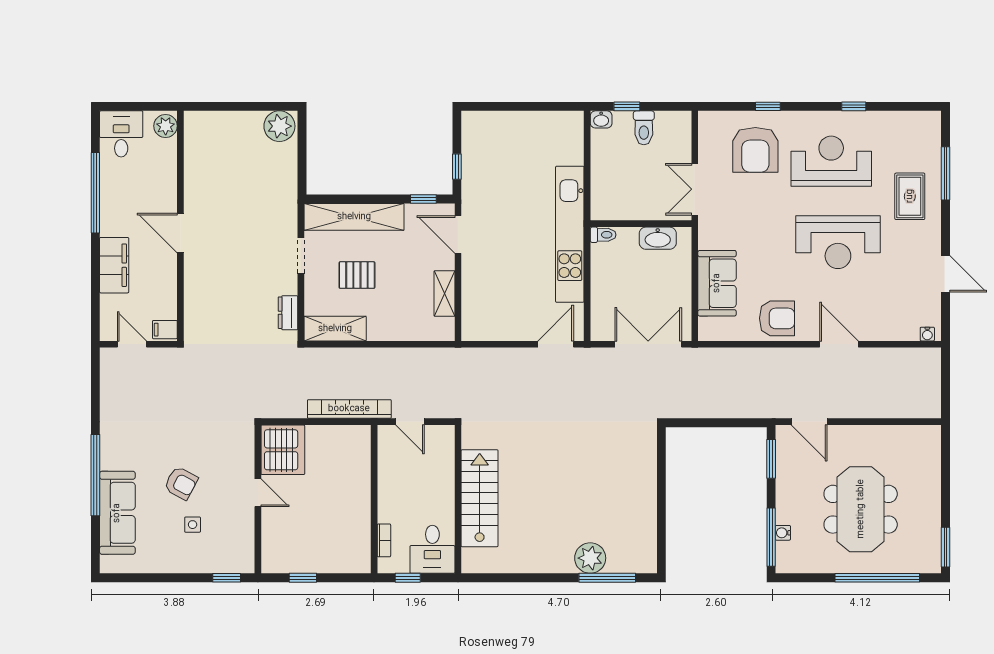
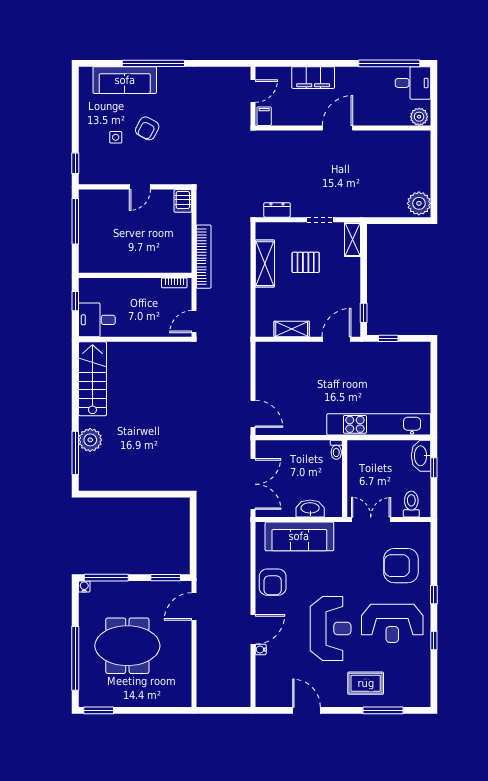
window: (768, 106) -> (434, 595), moved
washbasin: (601, 119) -> (421, 456), width x1.91, depth x1.45
toilet: (644, 128) -> (411, 504), moved, turned 90
reception desk: (831, 161) -> (392, 623), turned 90
window: (95, 193) -> (389, 63), moved
shelving: (354, 217) -> (352, 239), width x0.45, depth x0.75
kitchen unit: (570, 234) -> (379, 424), moved
washbasin: (658, 238) -> (310, 508), moved, turned 90
reception desk: (838, 242) -> (331, 628), turned 180
door: (945, 274) -> (307, 710), swing flipped
pallet: (357, 275) -> (306, 262), turned 90
sofa: (717, 283) -> (299, 536), width x1.36
shelving: (335, 329) -> (265, 264), moved
water cooler: (927, 334) -> (261, 649), moved
door: (410, 422) -> (194, 322), moved
server rack: (283, 450) -> (183, 201), width x0.46, depth x0.70
stairs: (480, 498) -> (92, 379), moved, turned -90
water cooler: (783, 533) -> (84, 587), moved
bookcase: (384, 540) -> (174, 283), moved
window: (303, 578) -> (75, 221), width x2.17

